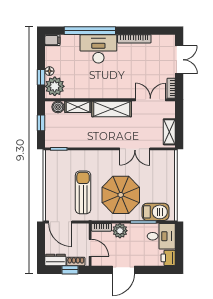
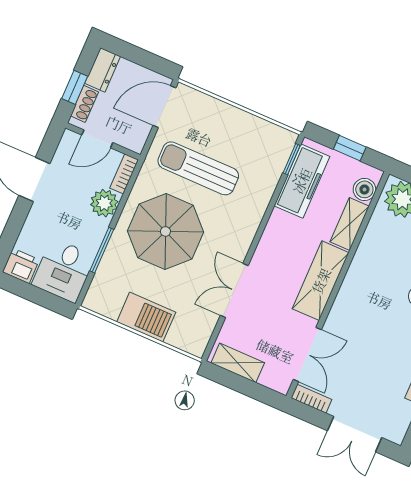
freezer: (67, 139) -> (302, 181), added
sun lounger: (83, 192) -> (198, 168), turned 180
barbecue: (155, 212) -> (146, 317), moved, turned -90

